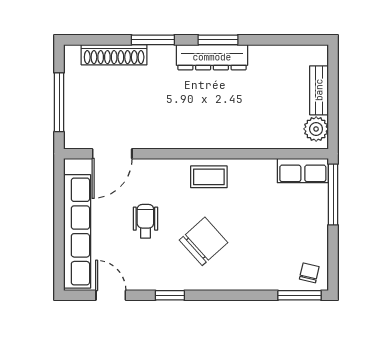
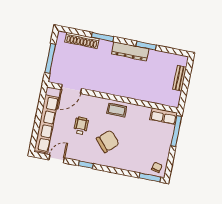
window: (218, 40) -> (146, 46), moved
plant: (316, 129) -> (174, 97), removed
door: (111, 295) -> (57, 159), hinge flipped

